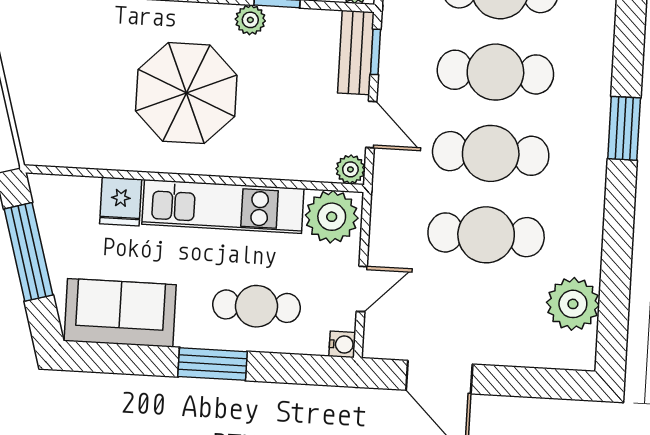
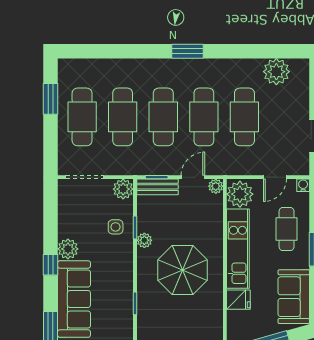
door: (362, 289) -> (275, 177), swing flipped

